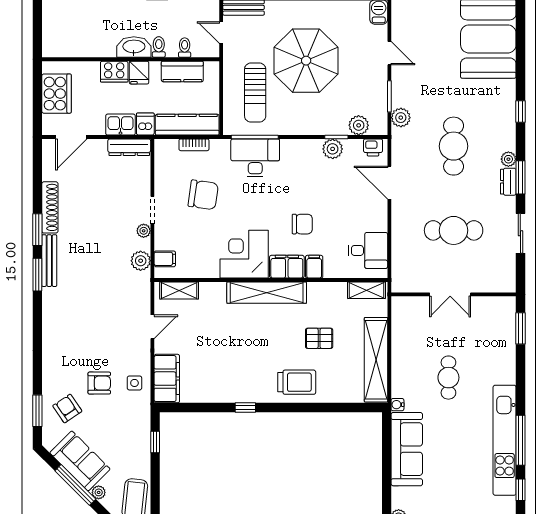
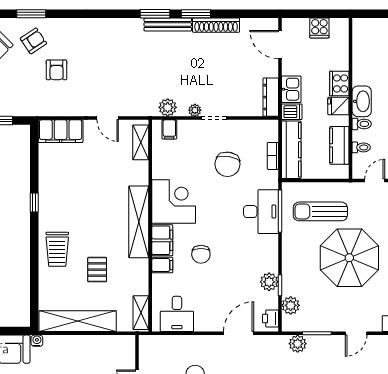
cooker: (57, 94) -> (319, 28), width x0.53, depth x0.76
side table: (134, 383) -> (57, 102), removed

